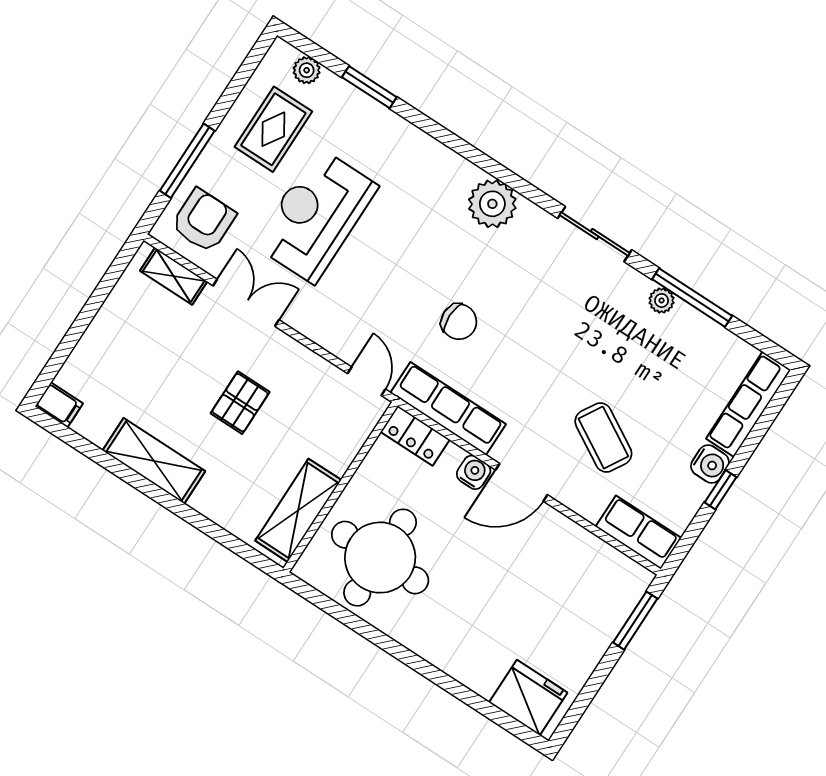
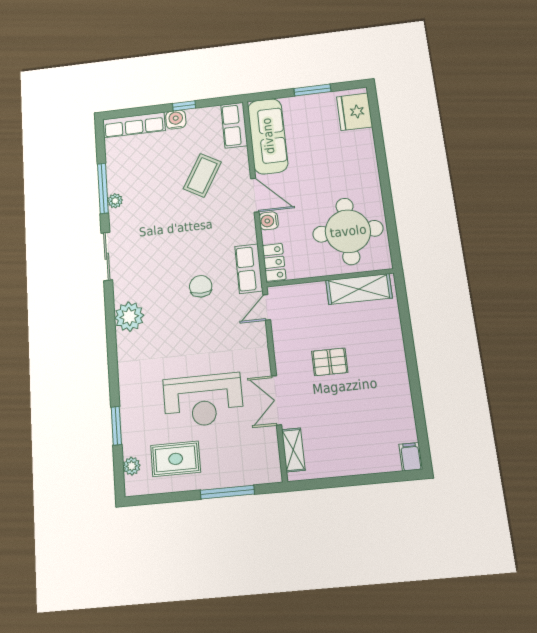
armchair: (203, 221) -> (252, 458), removed
row of seats: (448, 408) -> (249, 269), width x0.68
shelving: (154, 461) -> (397, 382), removed
sofa: (587, 562) -> (268, 136), added
window: (635, 621) -> (312, 90), moved

